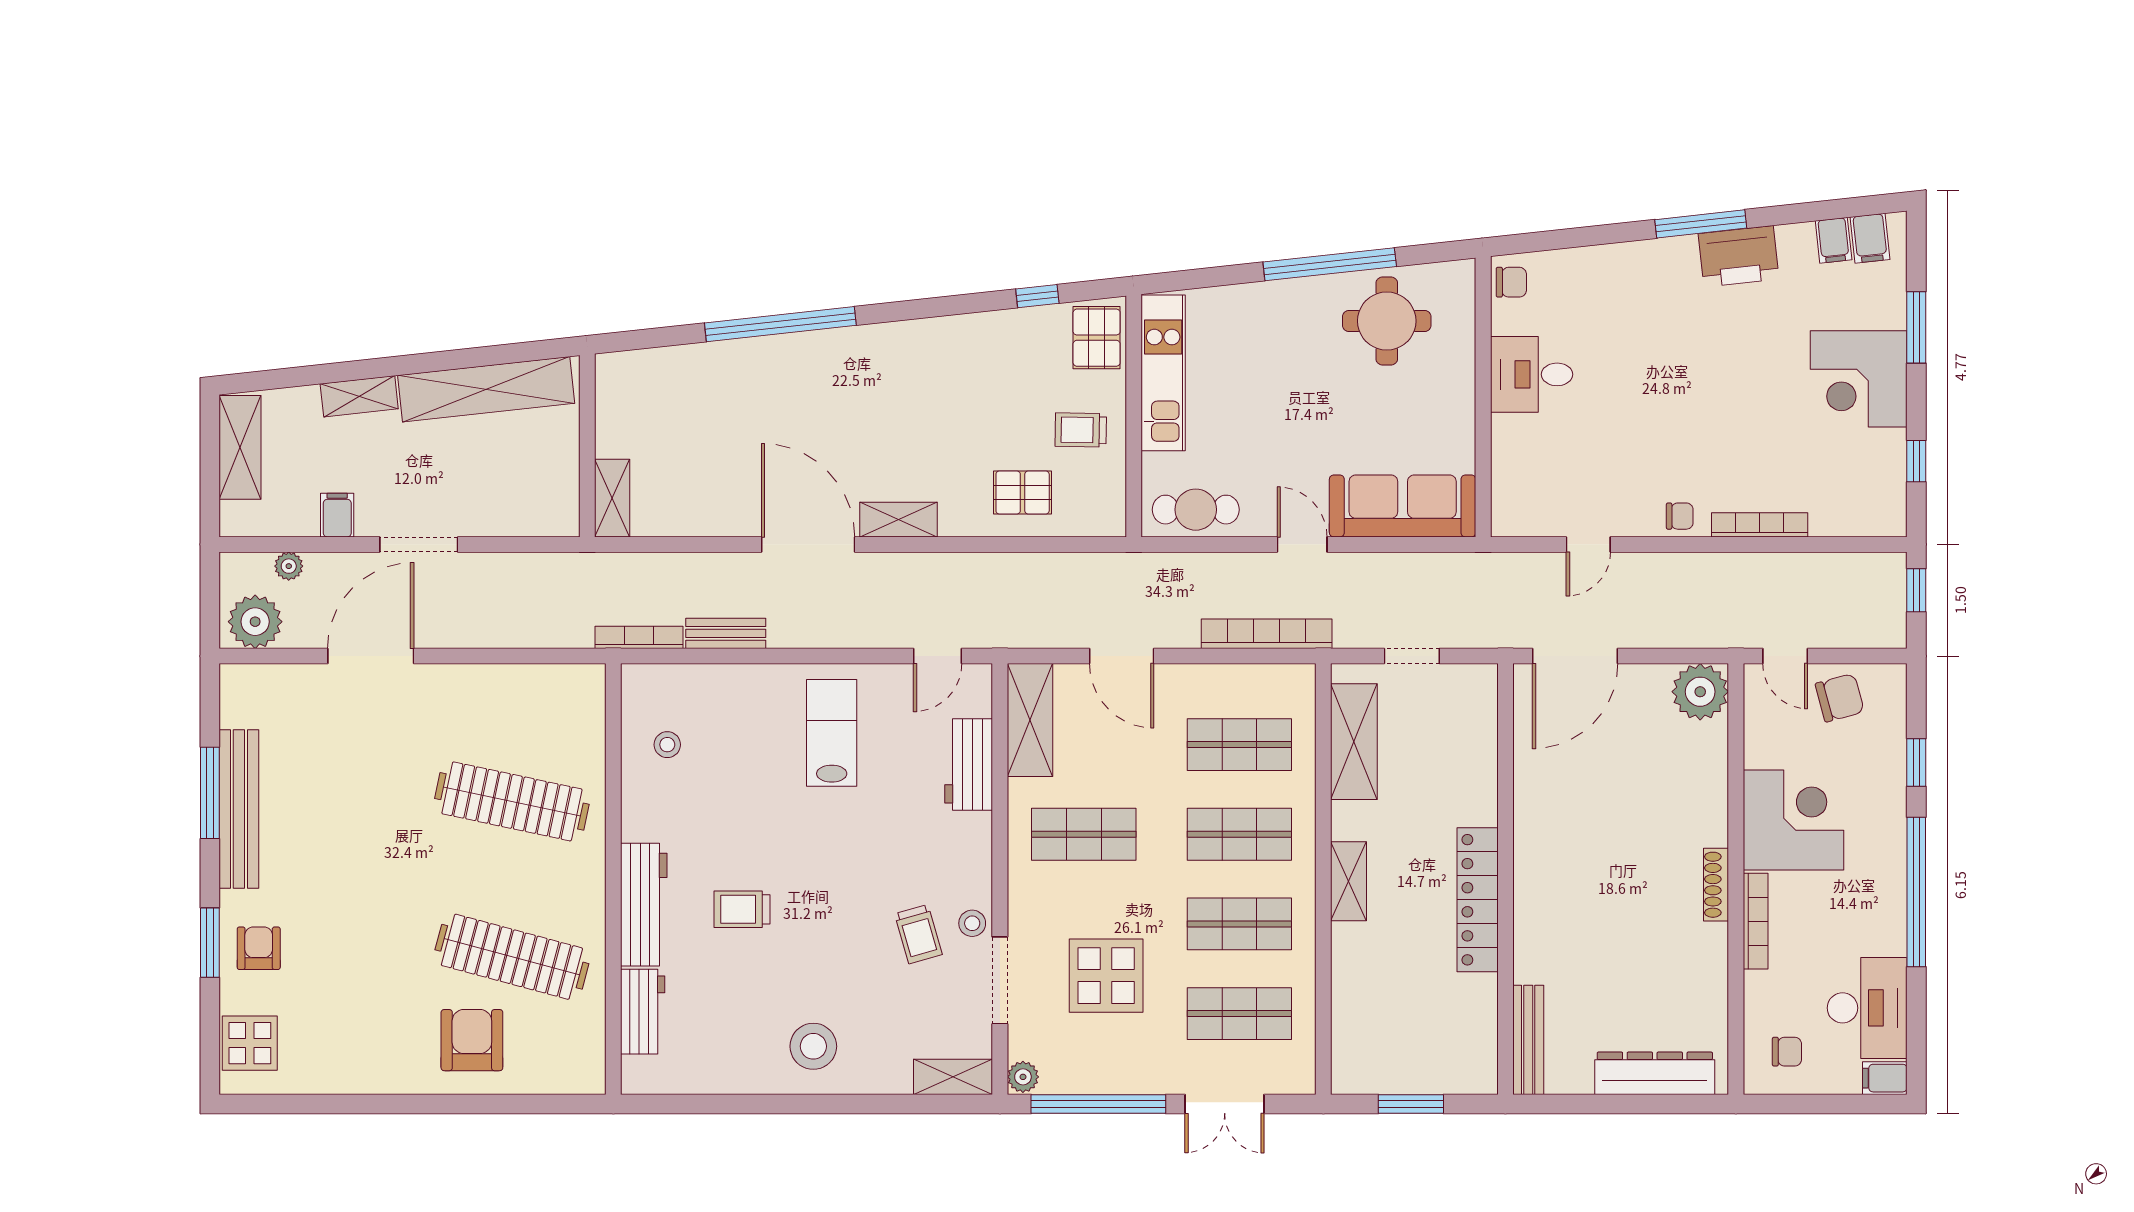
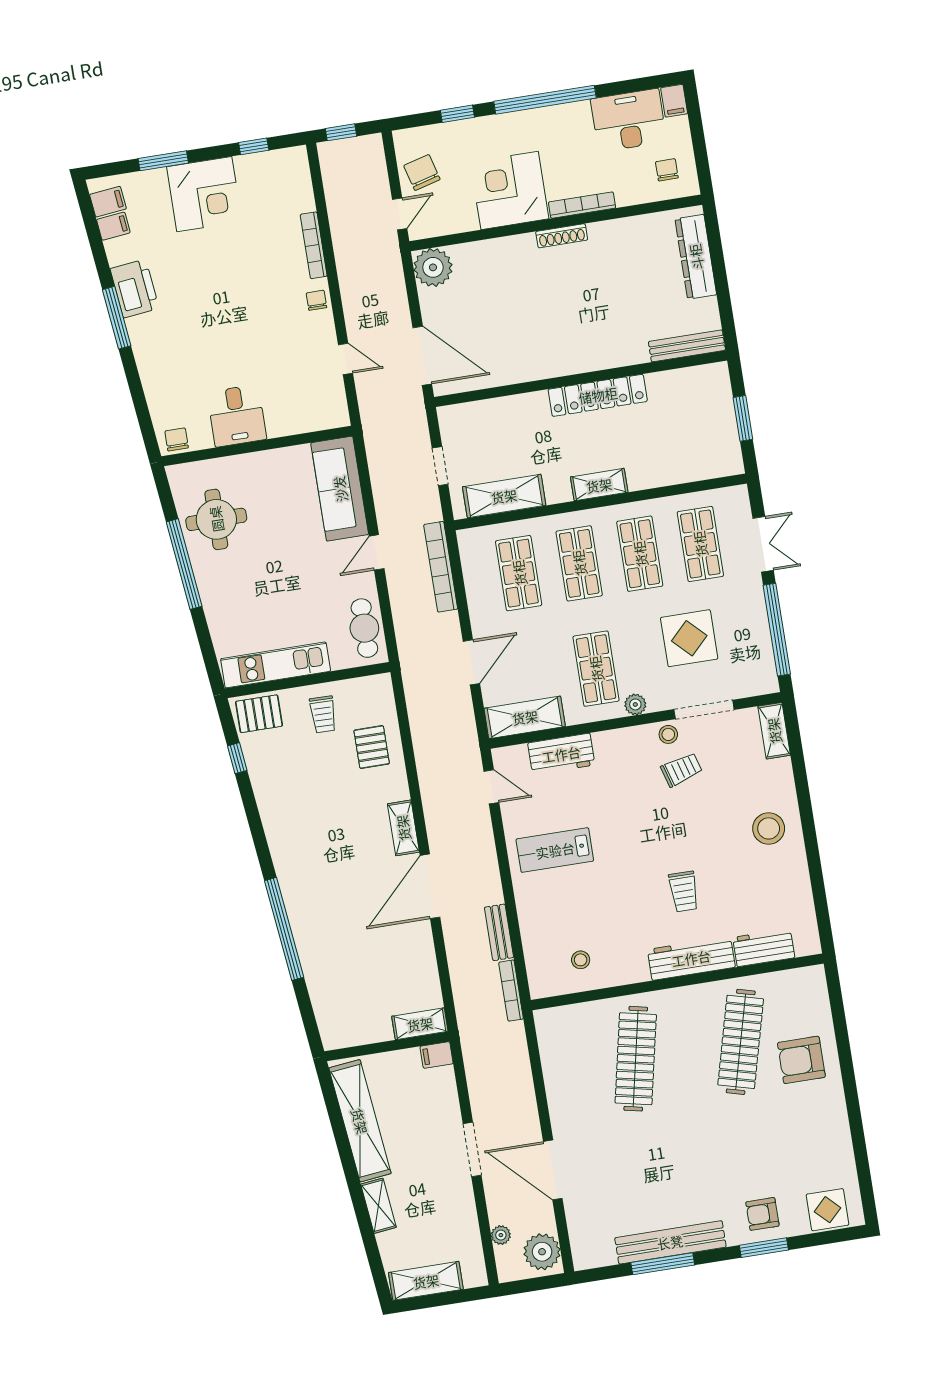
filing cabinet: (337, 515) -> (437, 1055), moved
plant: (1023, 1077) -> (635, 704), moved

